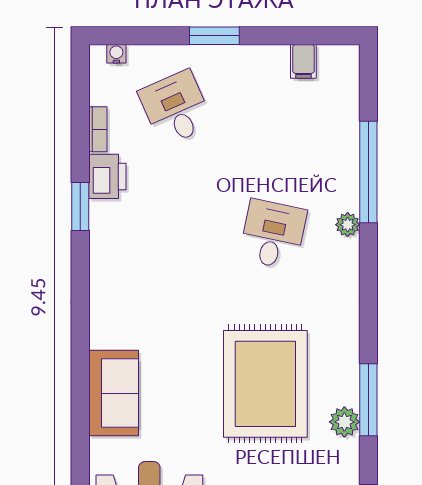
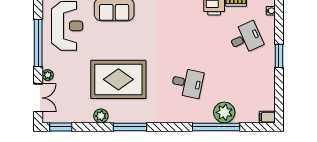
filing cabinet: (303, 61) -> (267, 117), moved
plant: (348, 225) -> (224, 112), moved, width x1.87, depth x1.87
window: (368, 400) -> (130, 127), moved

